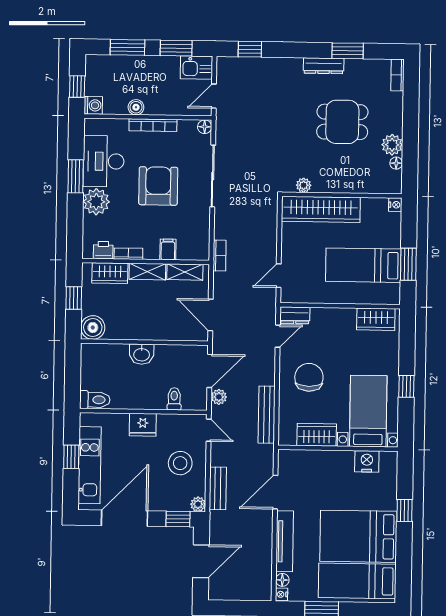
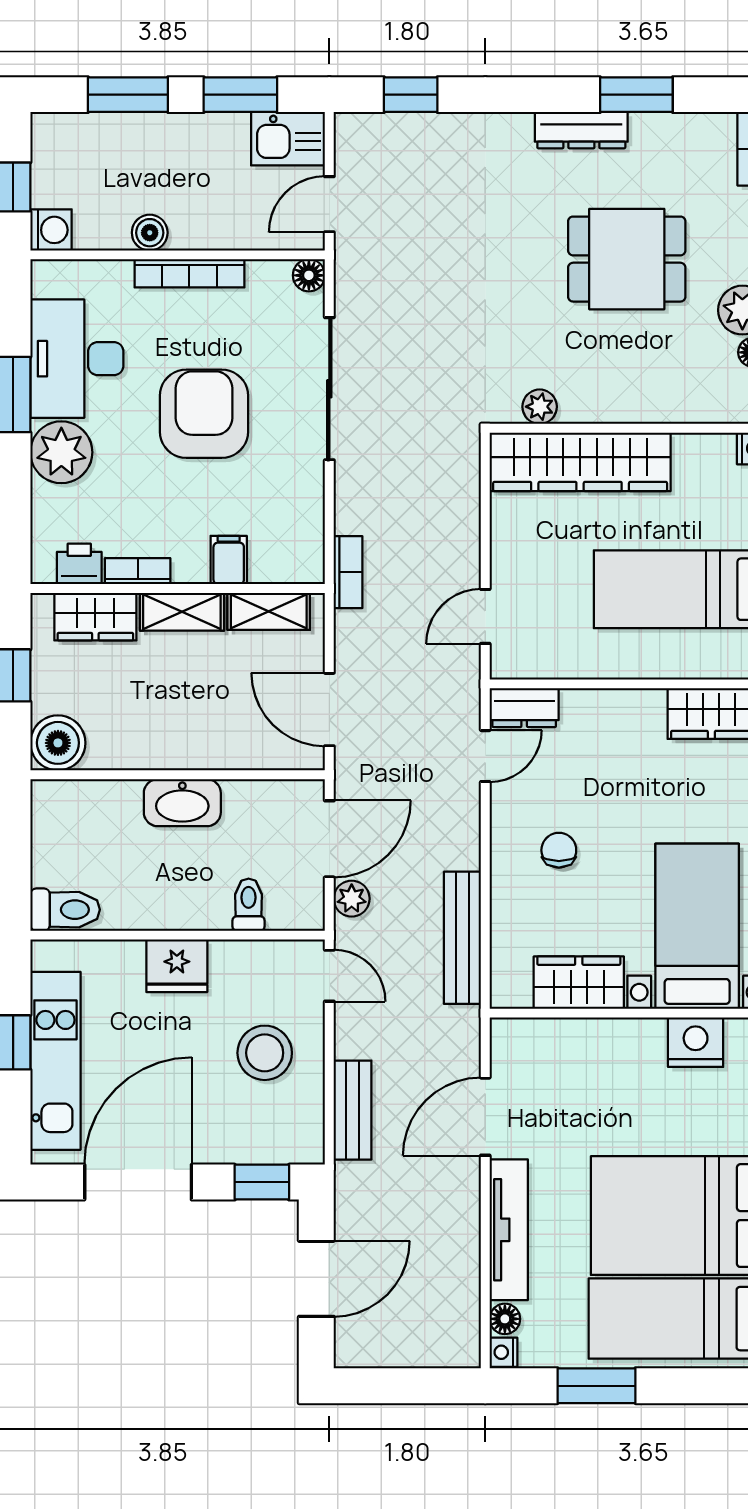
washbasin: (142, 354) -> (182, 803), width x1.38
chair: (309, 377) -> (559, 850), width x0.54, depth x0.54
plant: (198, 504) -> (307, 1147), removed

